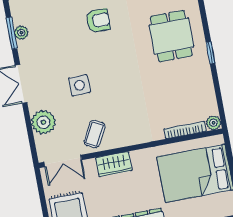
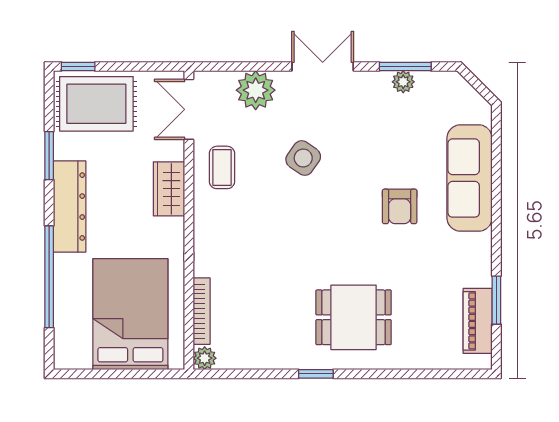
side table: (79, 85) -> (303, 158), turned 36
coffee table: (95, 134) -> (222, 167), turned 62

